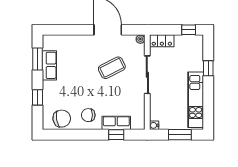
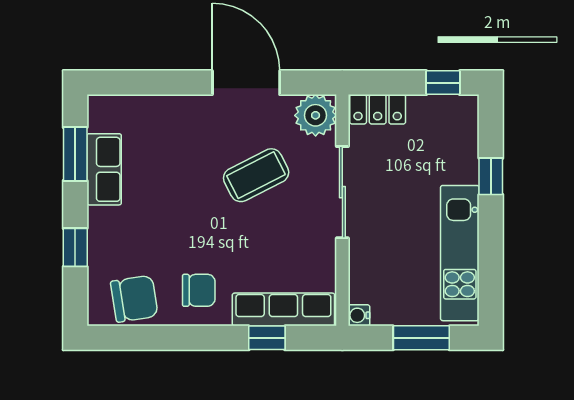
plant: (140, 39) -> (316, 115), width x1.88, depth x1.88
chair: (88, 115) -> (199, 290), turned 180
row of seats: (116, 123) -> (283, 309), width x1.48

